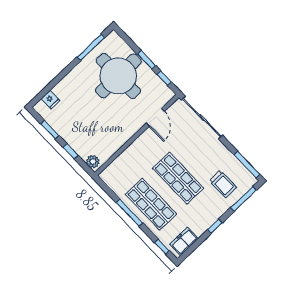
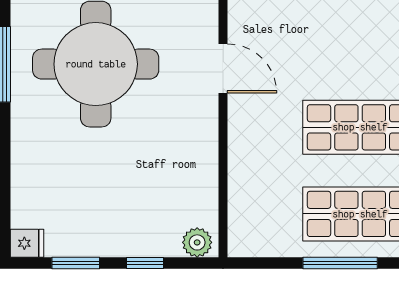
fridge: (50, 100) -> (27, 243), moved

